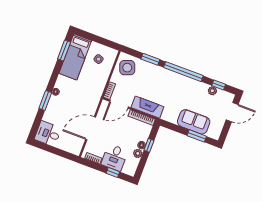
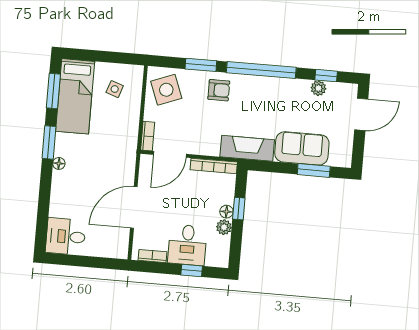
armchair: (156, 76) -> (219, 90), added
window: (45, 101) -> (49, 142), moved
fireplace: (147, 107) -> (247, 148), moved

